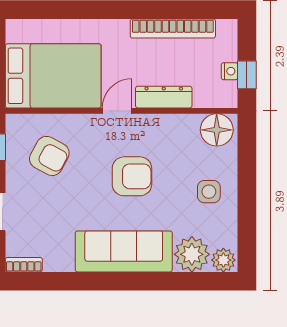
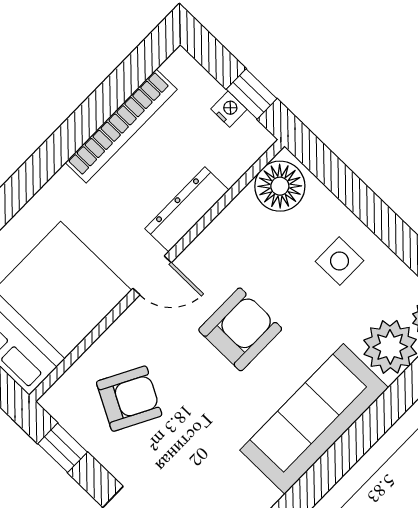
door: (117, 111) -> (152, 275), swing flipped

